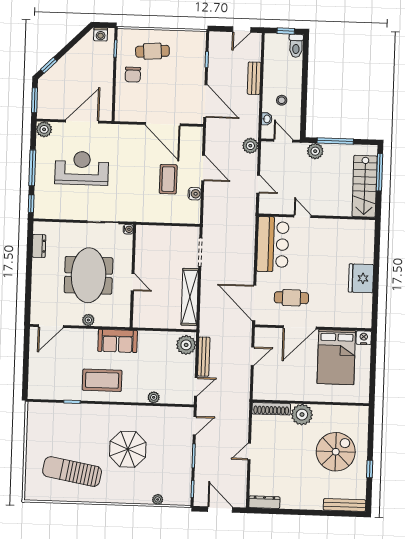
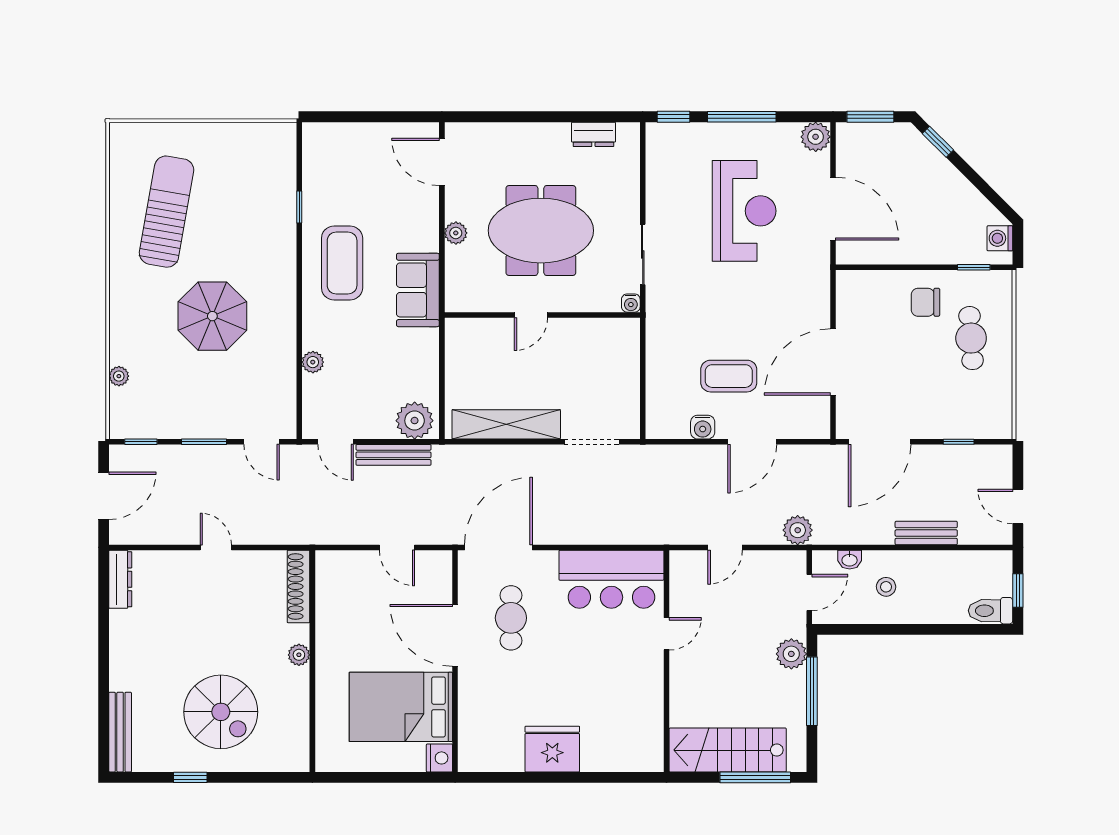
plant: (302, 415) -> (299, 655), width x0.53, depth x0.53

